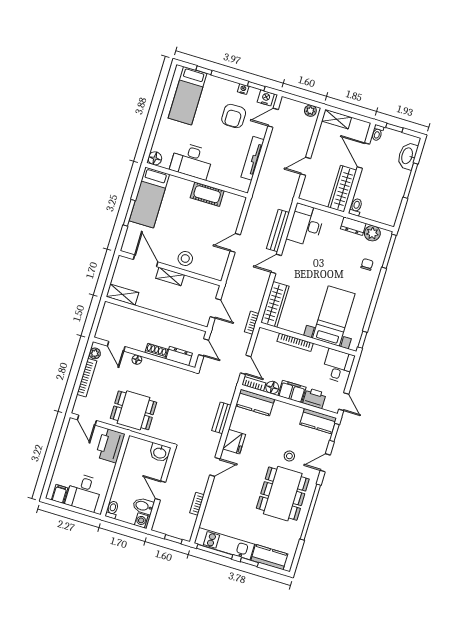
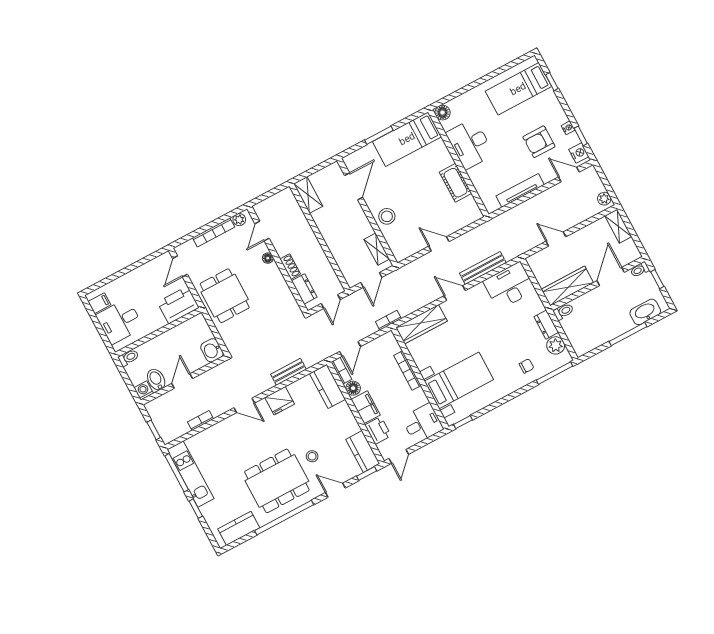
shelving: (170, 276) -> (377, 249), moved
kitchen counter: (269, 557) -> (239, 528), moved, turned -90

